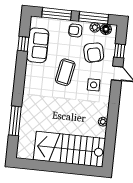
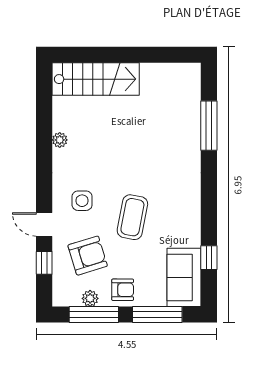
floor lamp: (106, 29) -> (71, 297), removed
sofa: (38, 45) -> (184, 277), moved
armchair: (94, 53) -> (88, 256), turned 86
stairs: (69, 149) -> (96, 79), width x0.73, depth x0.66

